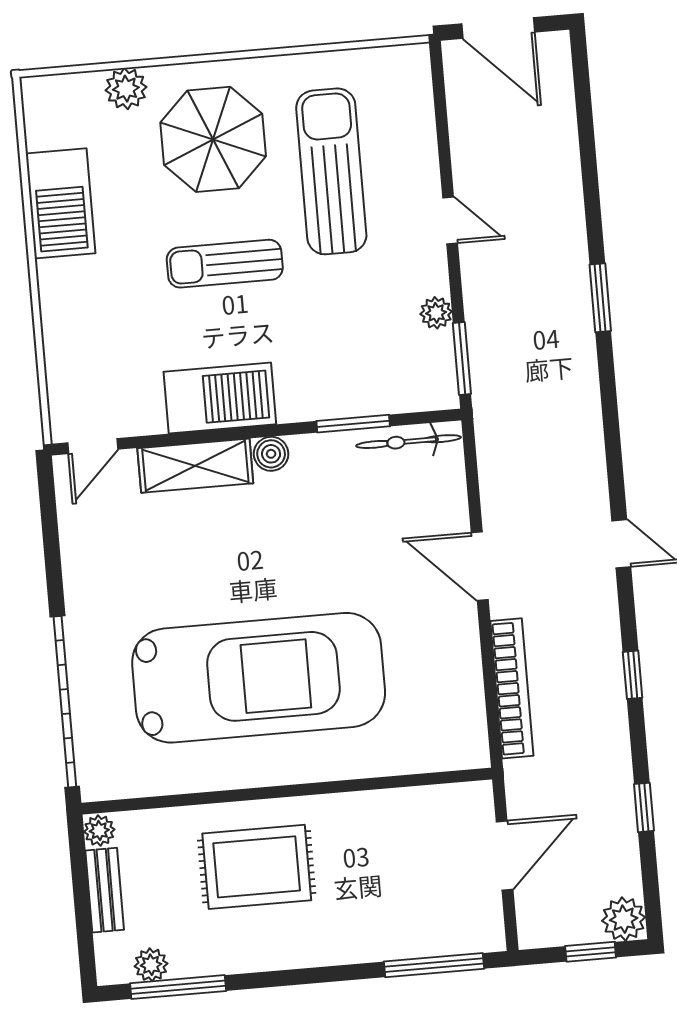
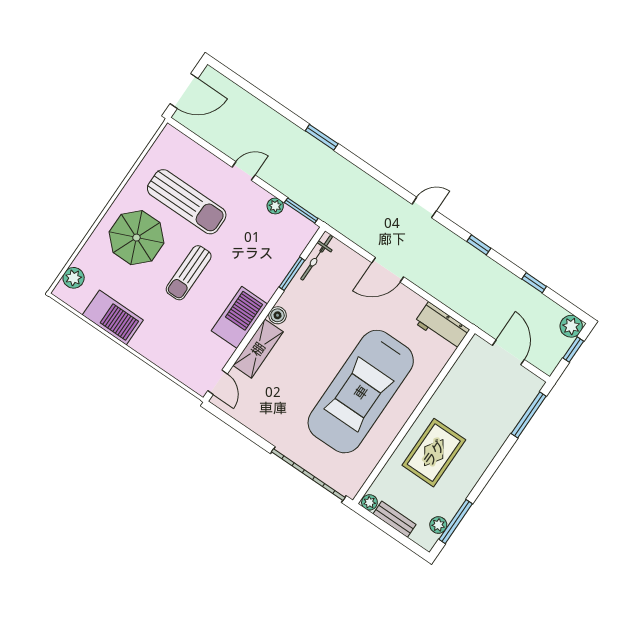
plant: (126, 89) -> (74, 278), moved
sun lounger: (331, 171) -> (187, 202), turned 180
car: (259, 678) -> (361, 392), turned 180
bookcase: (512, 688) -> (446, 296), removed
workbench: (461, 720) -> (442, 326), added

